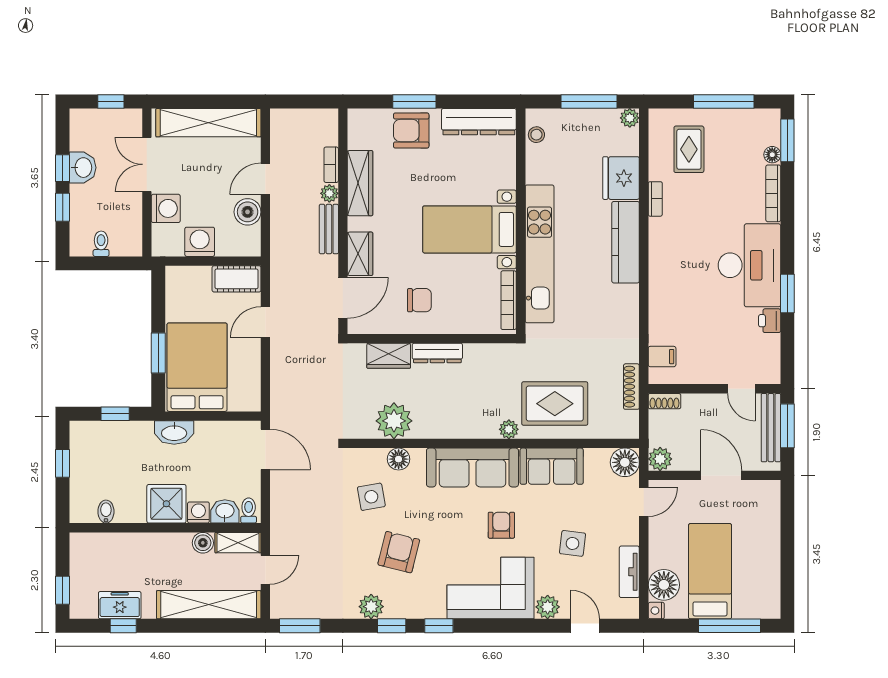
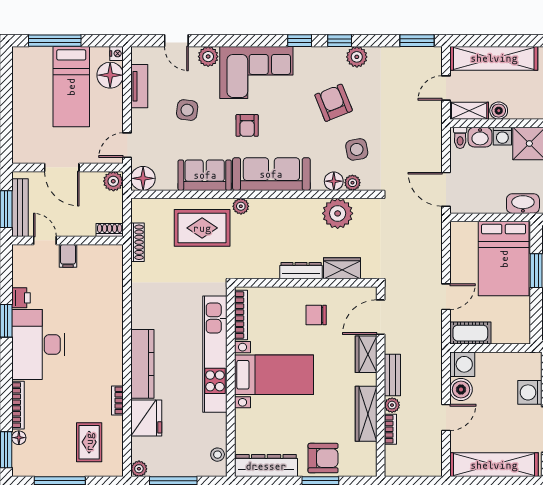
washing machine: (200, 242) -> (462, 364), moved, turned -90
filing cabinet: (662, 357) -> (68, 256), moved, turned -90
plant: (376, 457) -> (352, 183), added
armchair: (399, 552) -> (334, 103), turned 144

